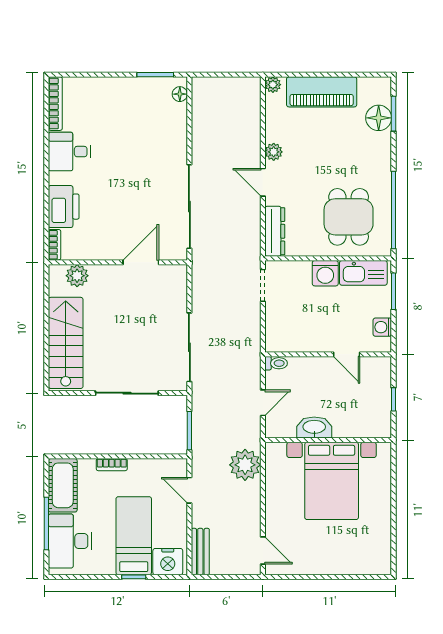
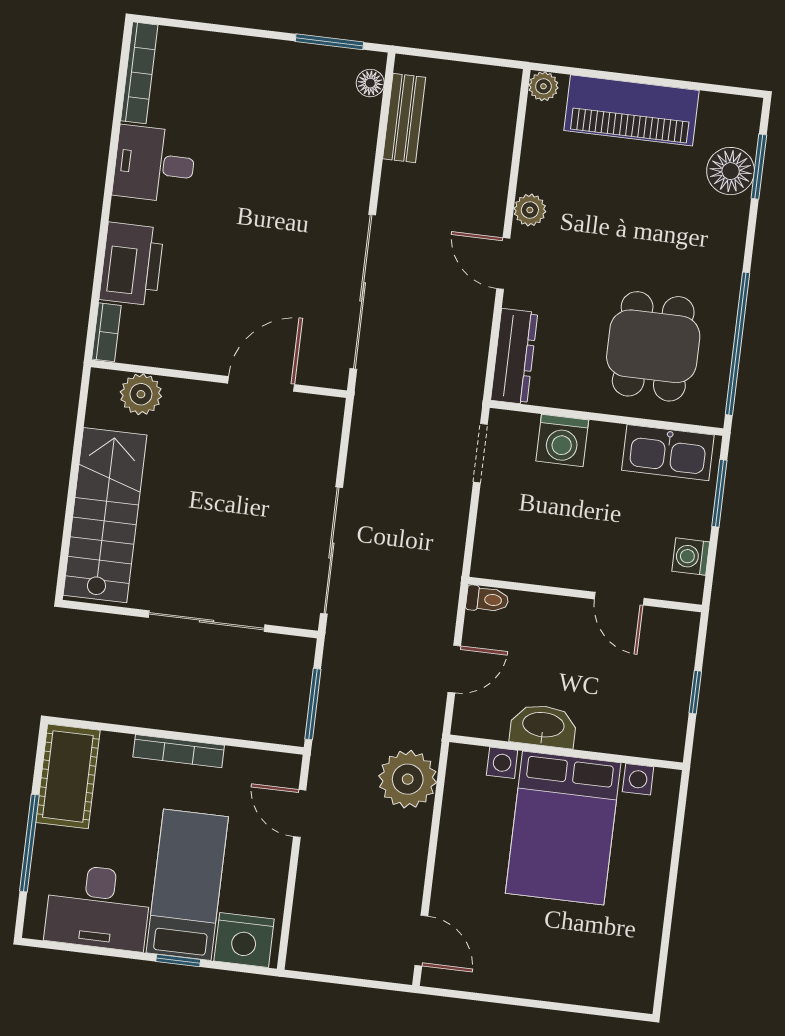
washing machine: (325, 273) -> (562, 440), moved
bookcase: (112, 465) -> (179, 751), width x1.56
desk: (70, 541) -> (98, 907), moved, turned -90
bench: (200, 552) -> (404, 118), moved

